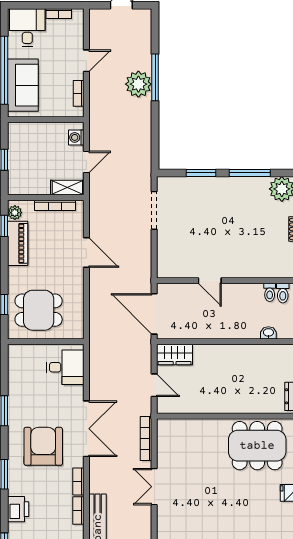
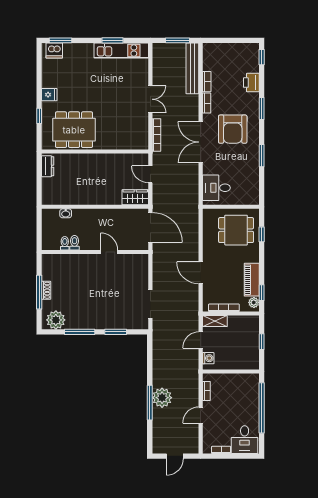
sofa: (23, 85) -> (248, 397), removed
toilet: (283, 293) -> (75, 243), moved

